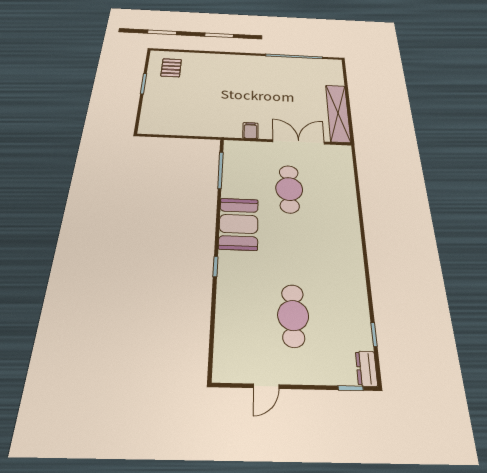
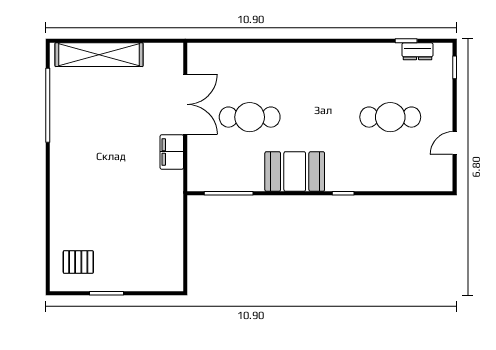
shelving: (338, 113) -> (99, 55), moved
filing cabinet: (250, 131) -> (172, 152), width x2.00
double door: (299, 142) -> (185, 104), swing flipped
dresser: (366, 369) -> (418, 51), moved
door: (266, 386) -> (455, 143), swing flipped

